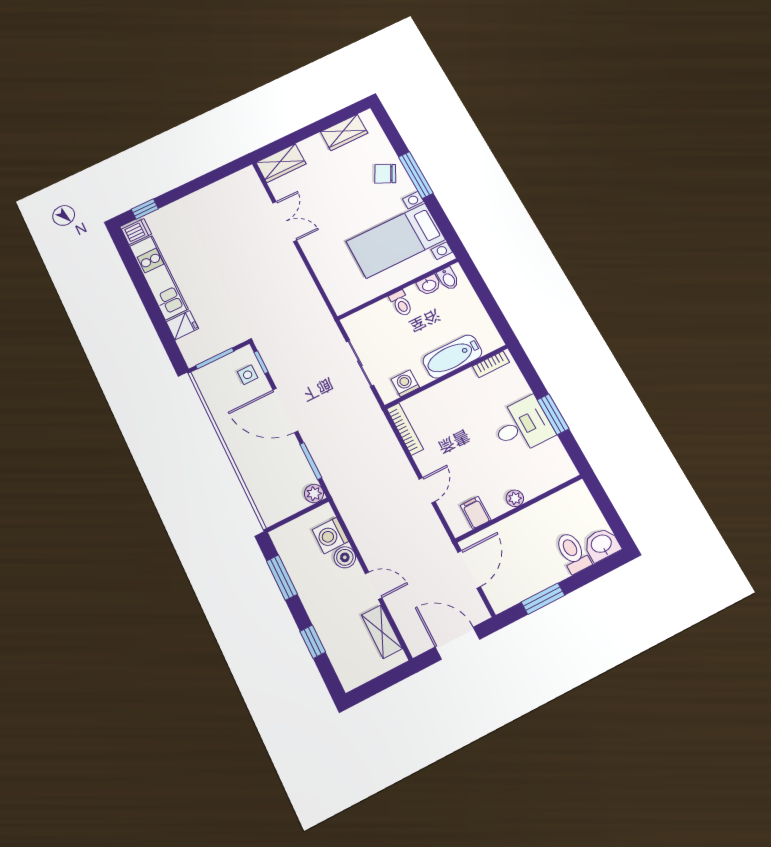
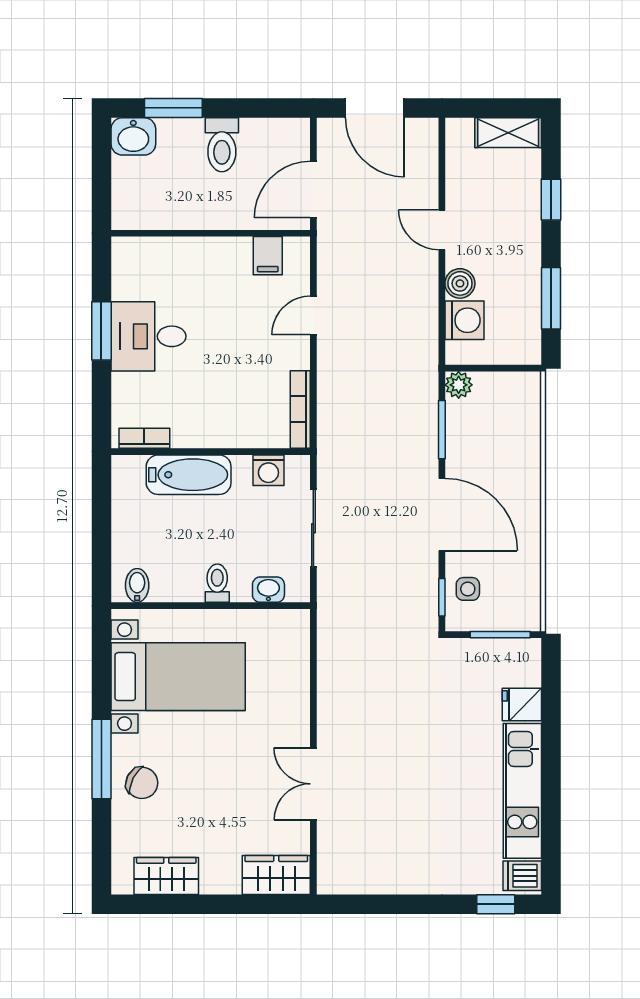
washbasin: (429, 285) -> (268, 590), moved
plant: (515, 498) -> (209, 248), removed
toilet: (573, 553) -> (222, 145), moved
window: (543, 599) -> (173, 108), moved
shelving: (382, 632) -> (508, 133), moved, turned 90

